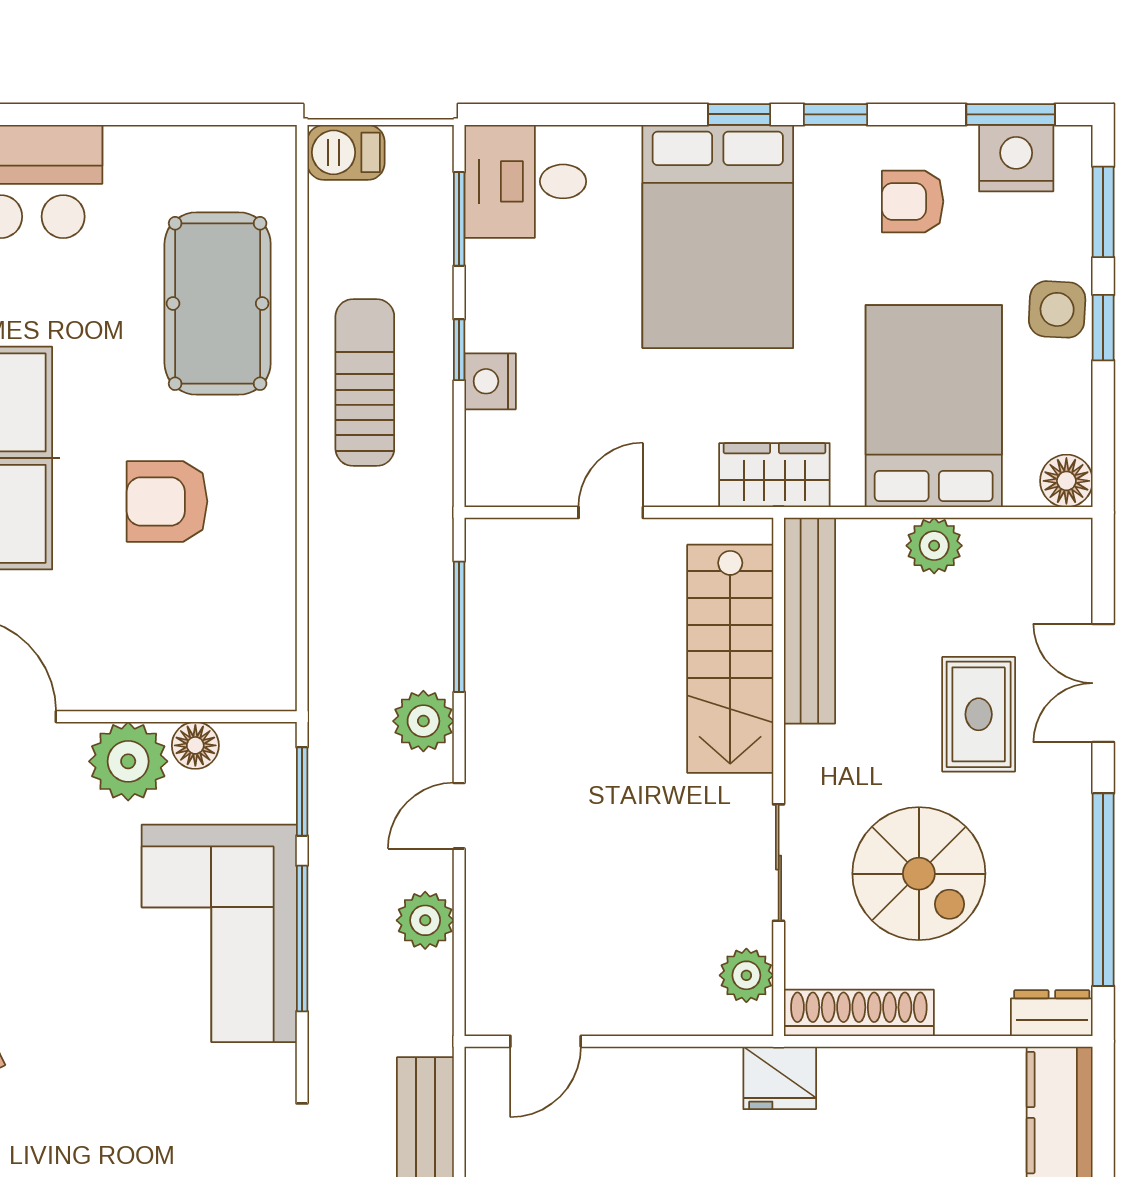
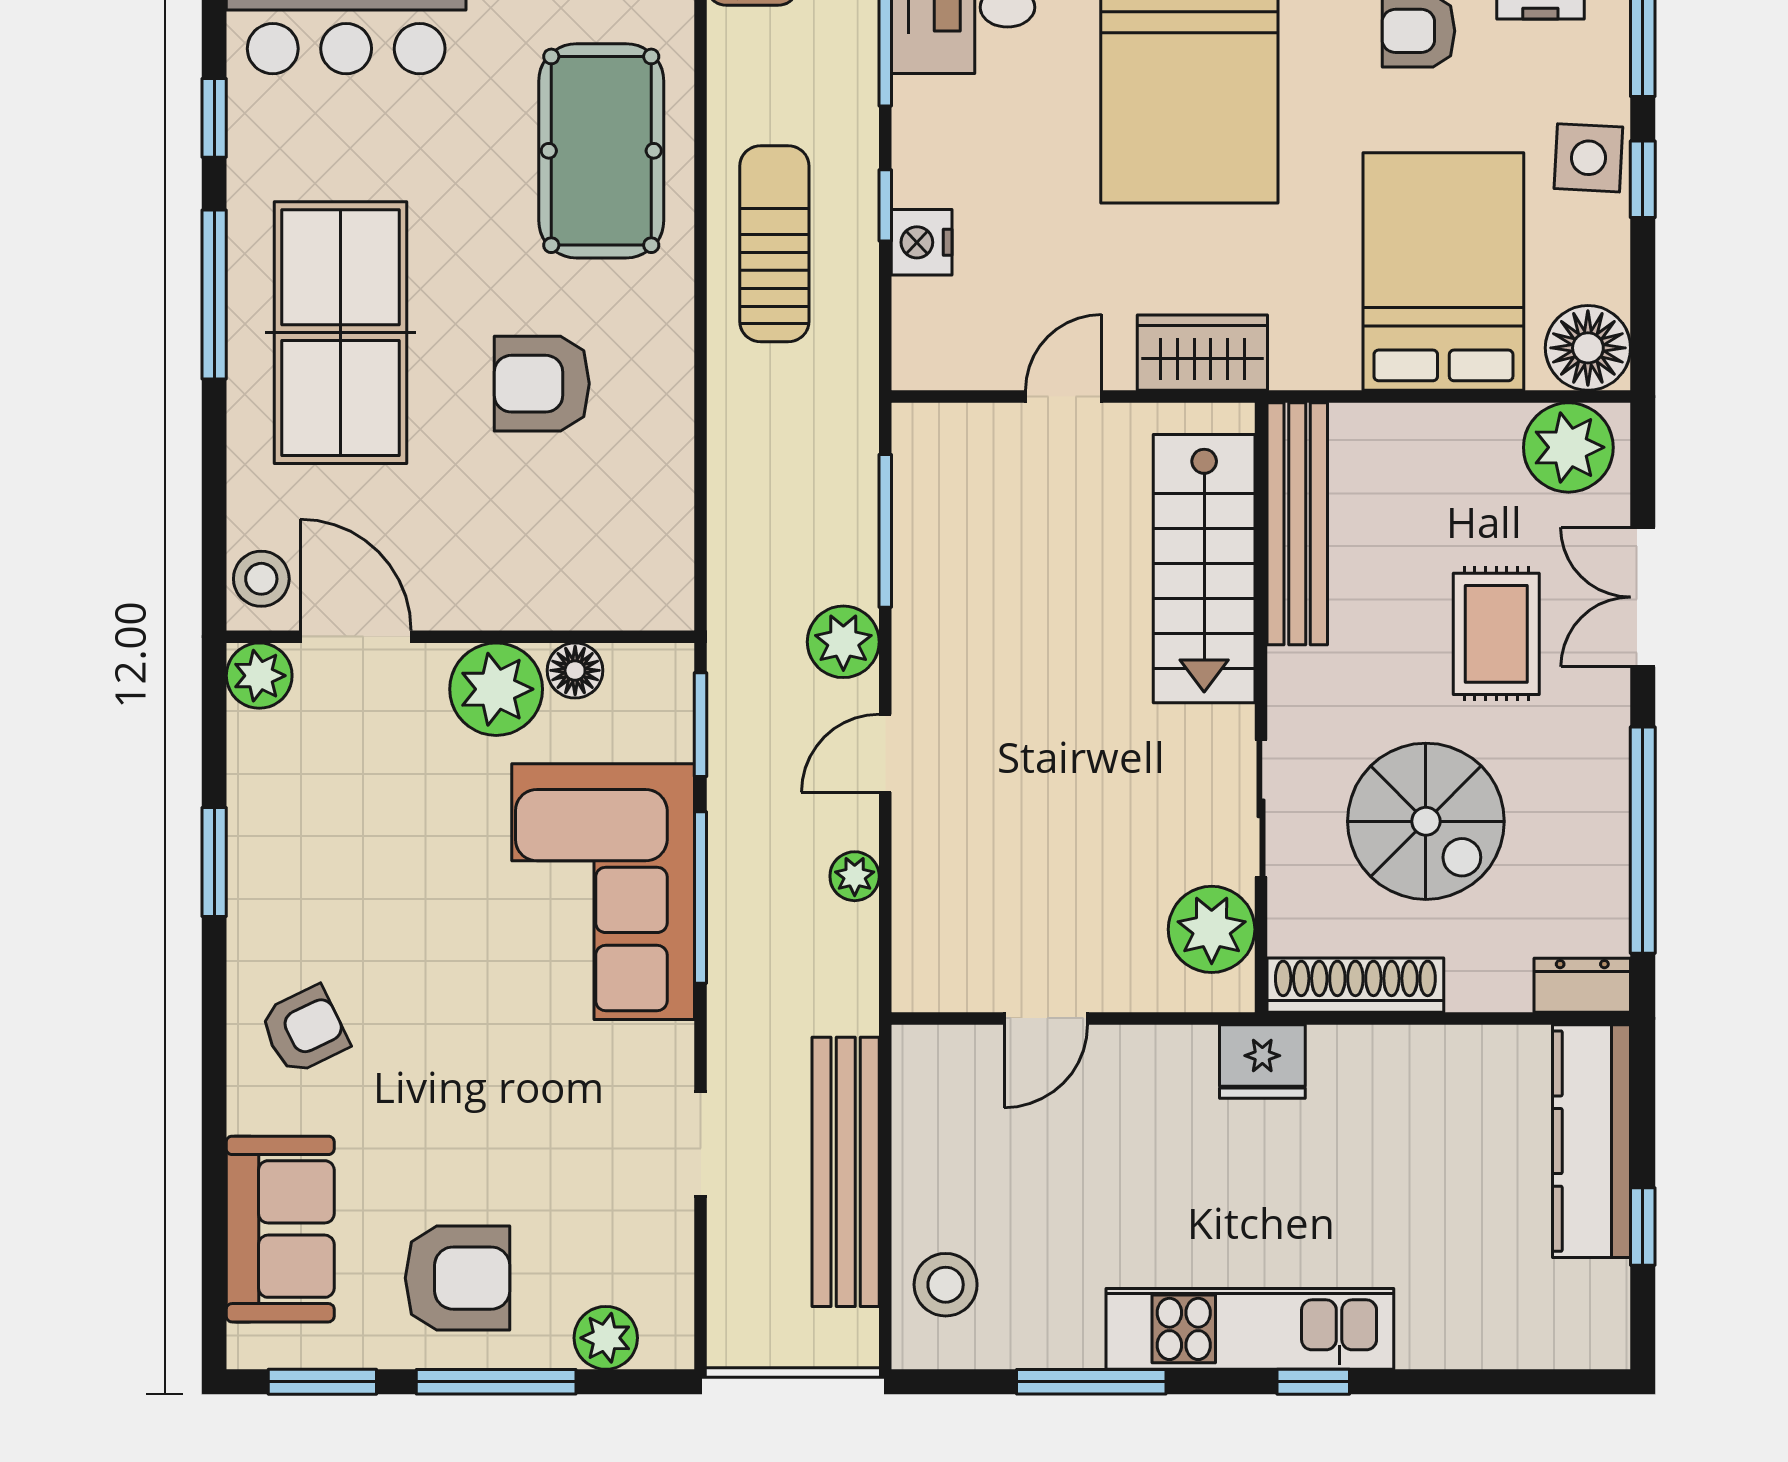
wardrobe: (774, 475) -> (1202, 353), moved
floor lamp: (1066, 481) -> (1588, 348), width x1.38, depth x1.38
plant: (934, 546) -> (1568, 447), moved, width x1.36, depth x1.36
plant: (425, 920) -> (855, 876), width x0.73, depth x0.73
plant: (746, 975) -> (1212, 929), width x1.36, depth x1.36
door: (546, 1041) -> (1046, 1018), moved

